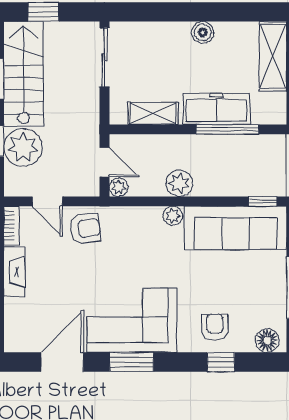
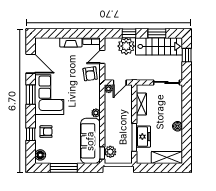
freezer: (216, 109) -> (143, 137), width x0.71
plant: (179, 183) -> (110, 152), moved

